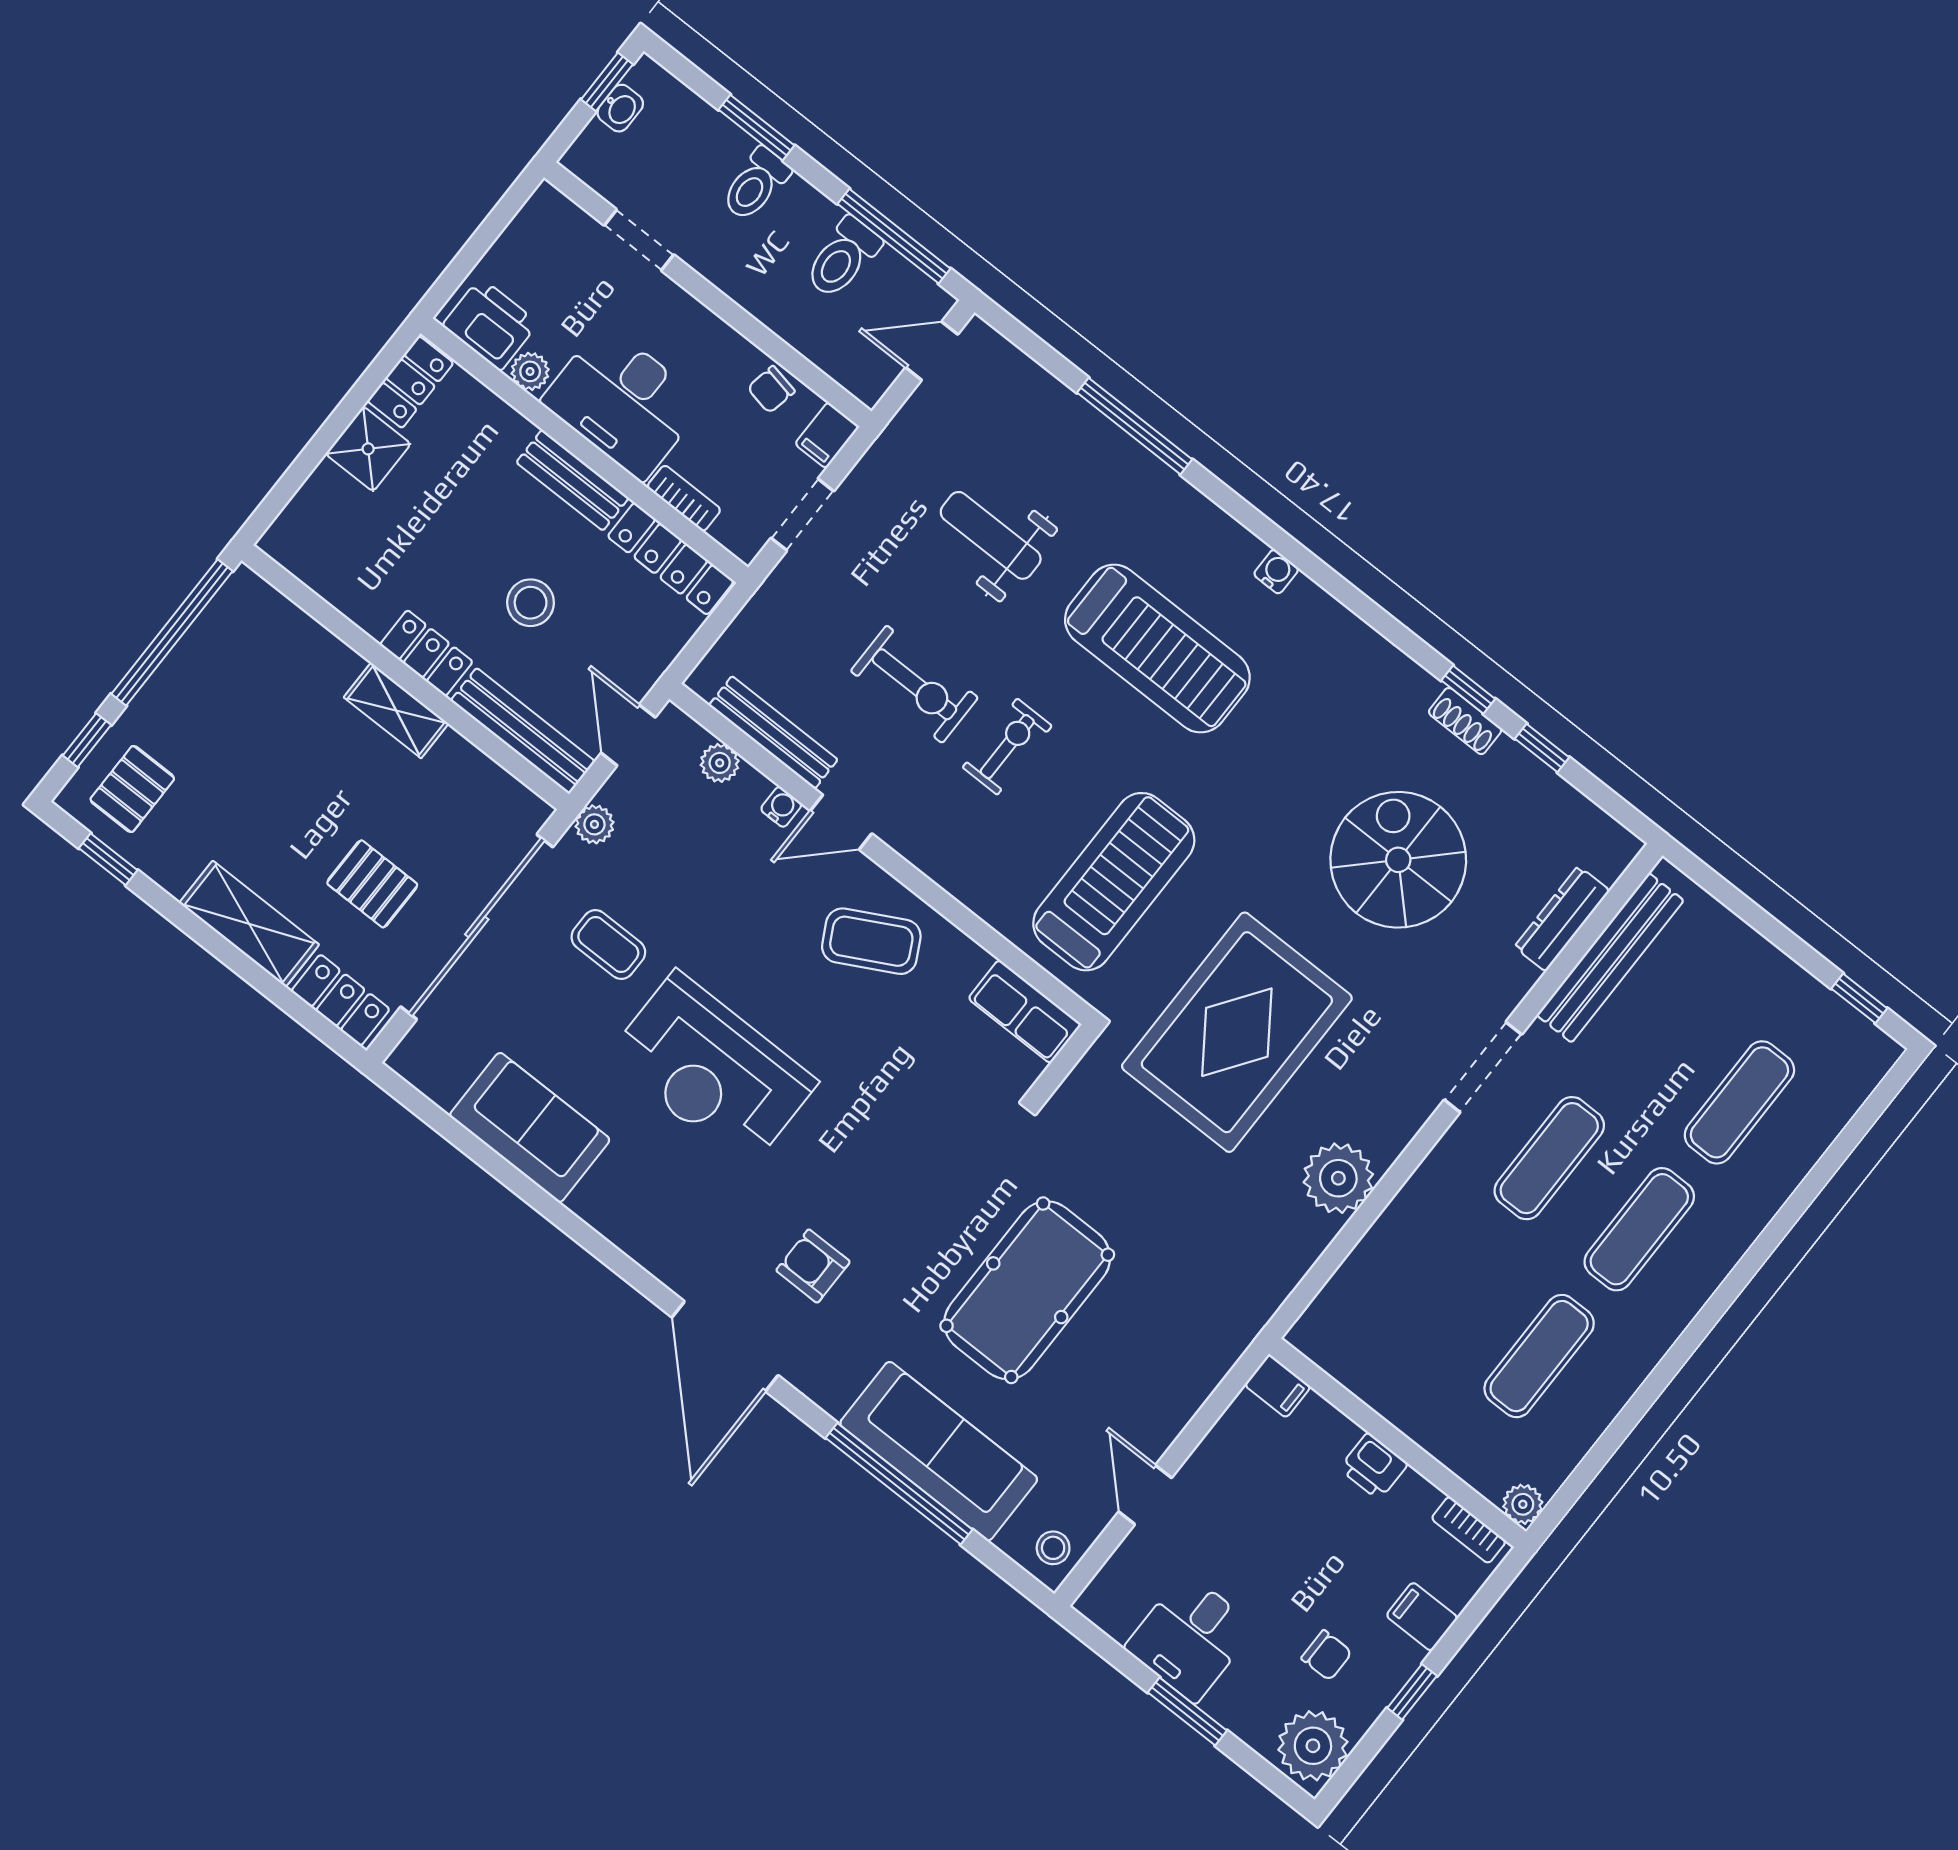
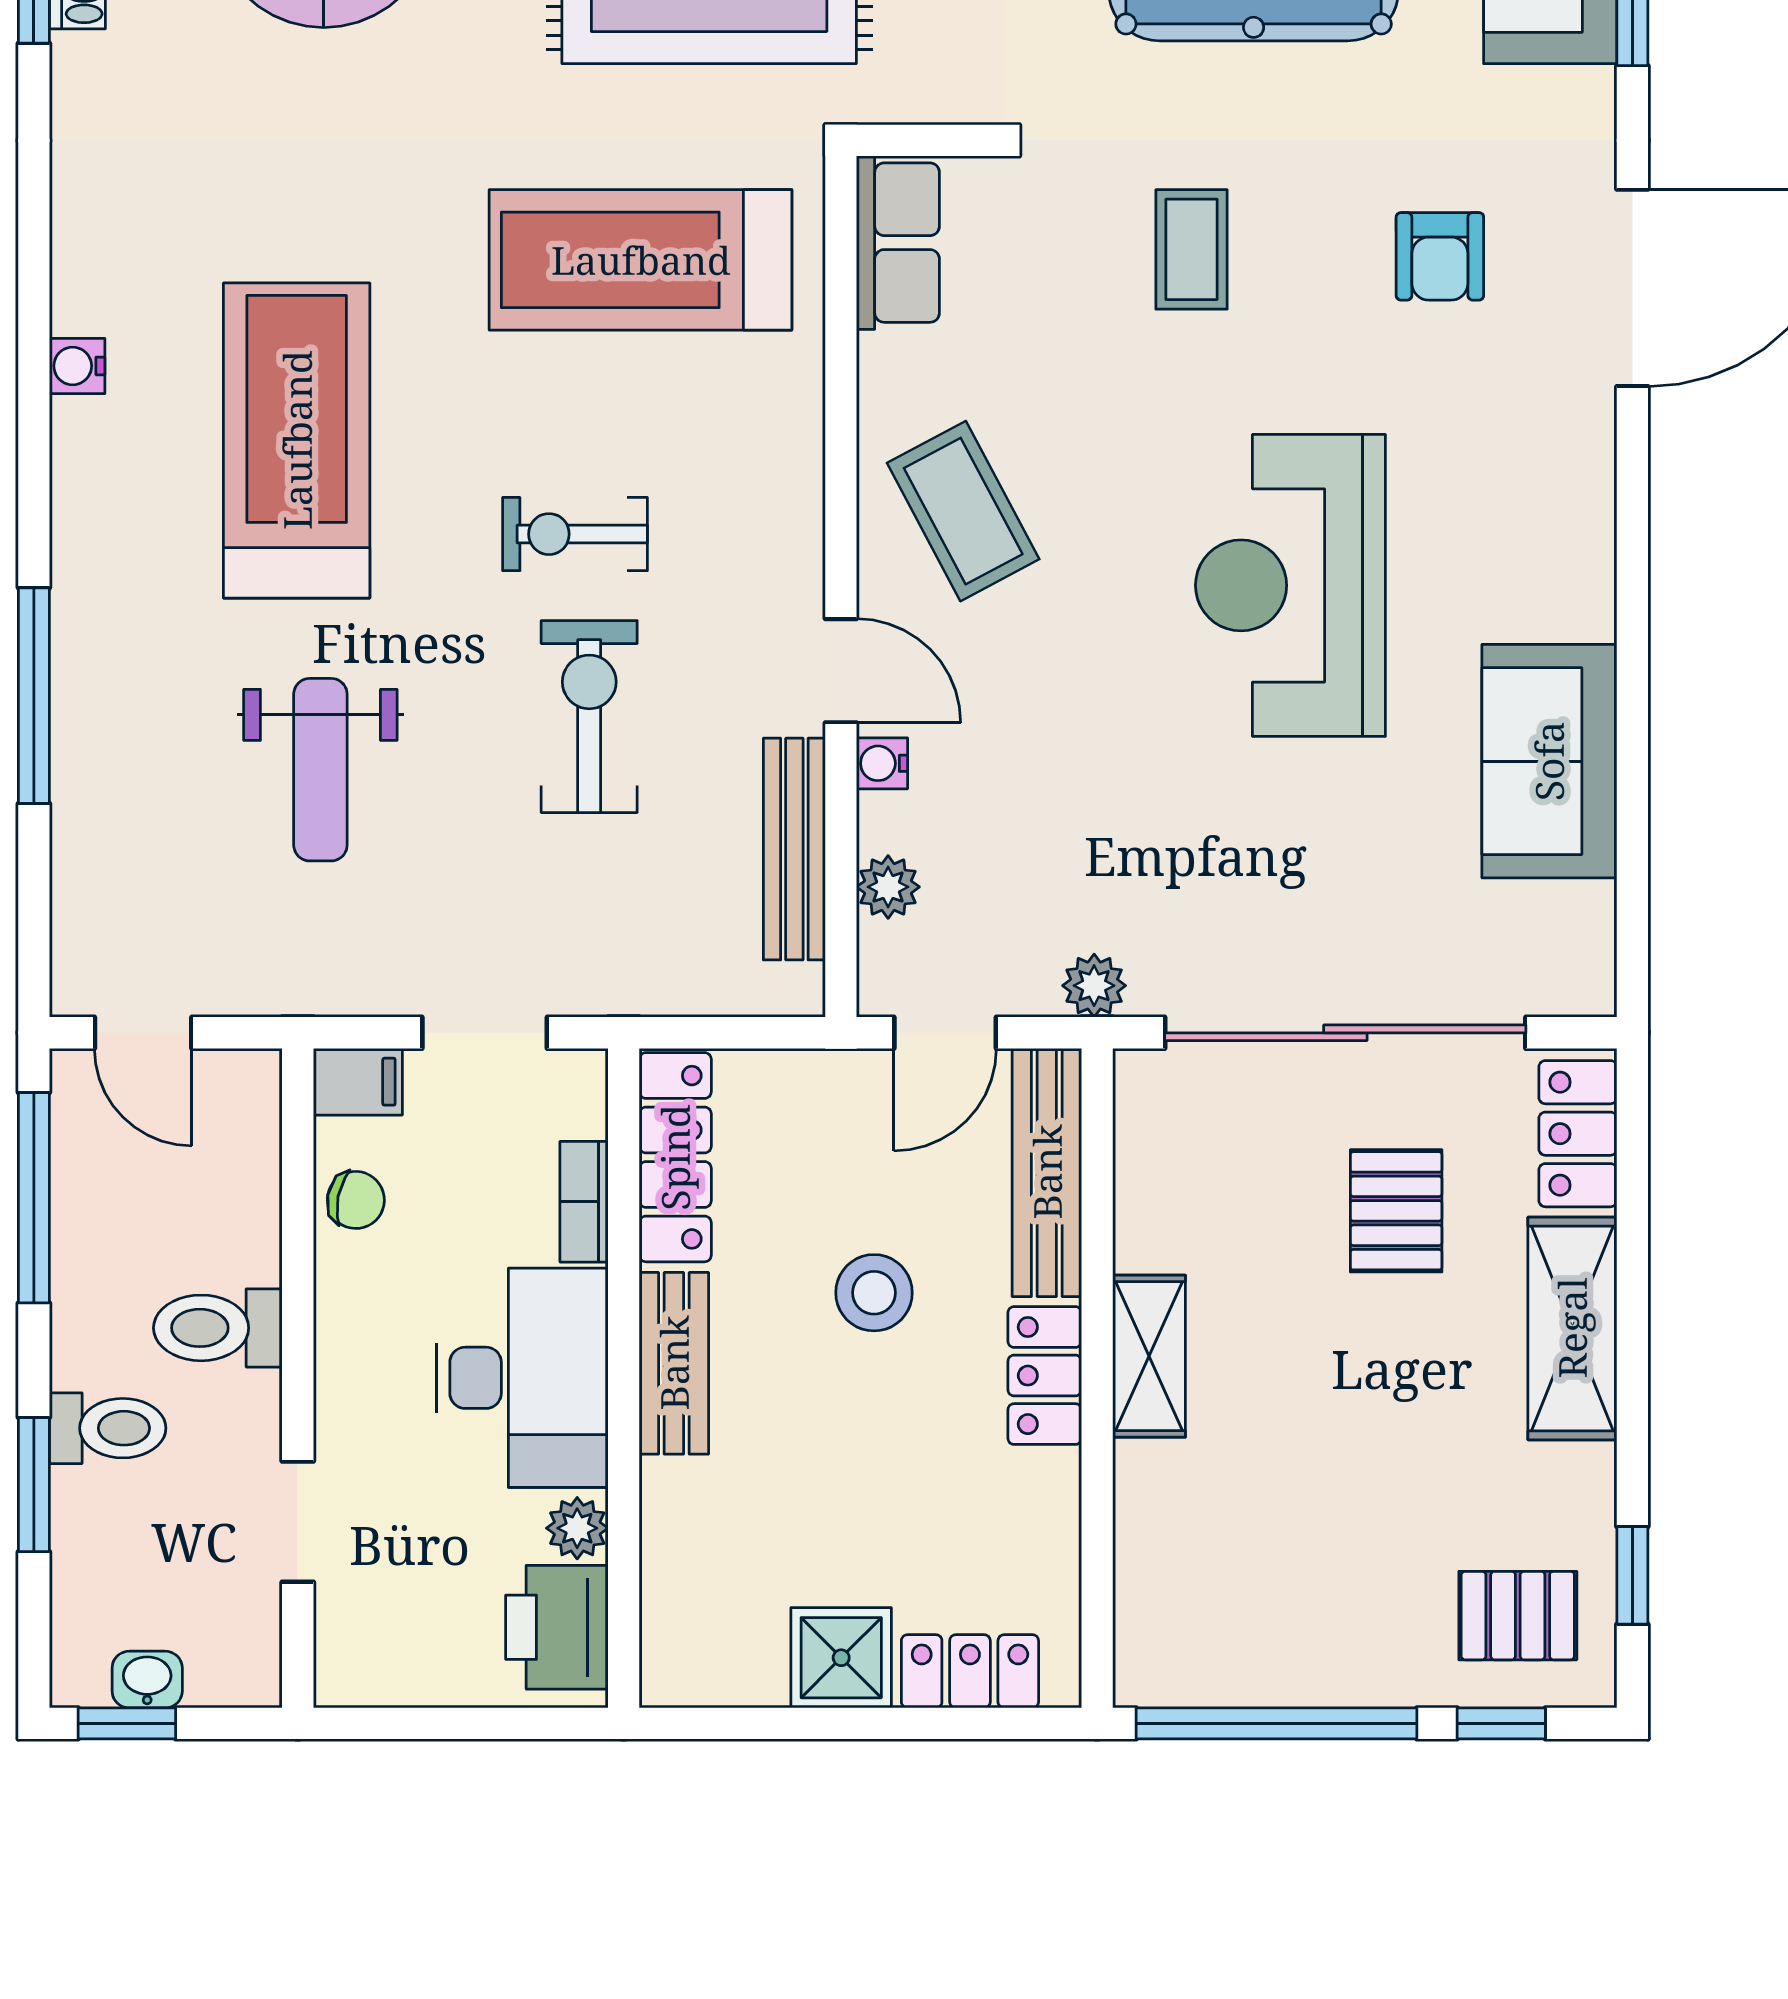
toilet: (843, 258) -> (218, 1328), moved, turned 180
locker: (410, 382) -> (970, 1671), moved
coffee table: (608, 944) -> (1191, 249), moved
reception desk: (712, 1070) -> (1290, 585), turned 180

